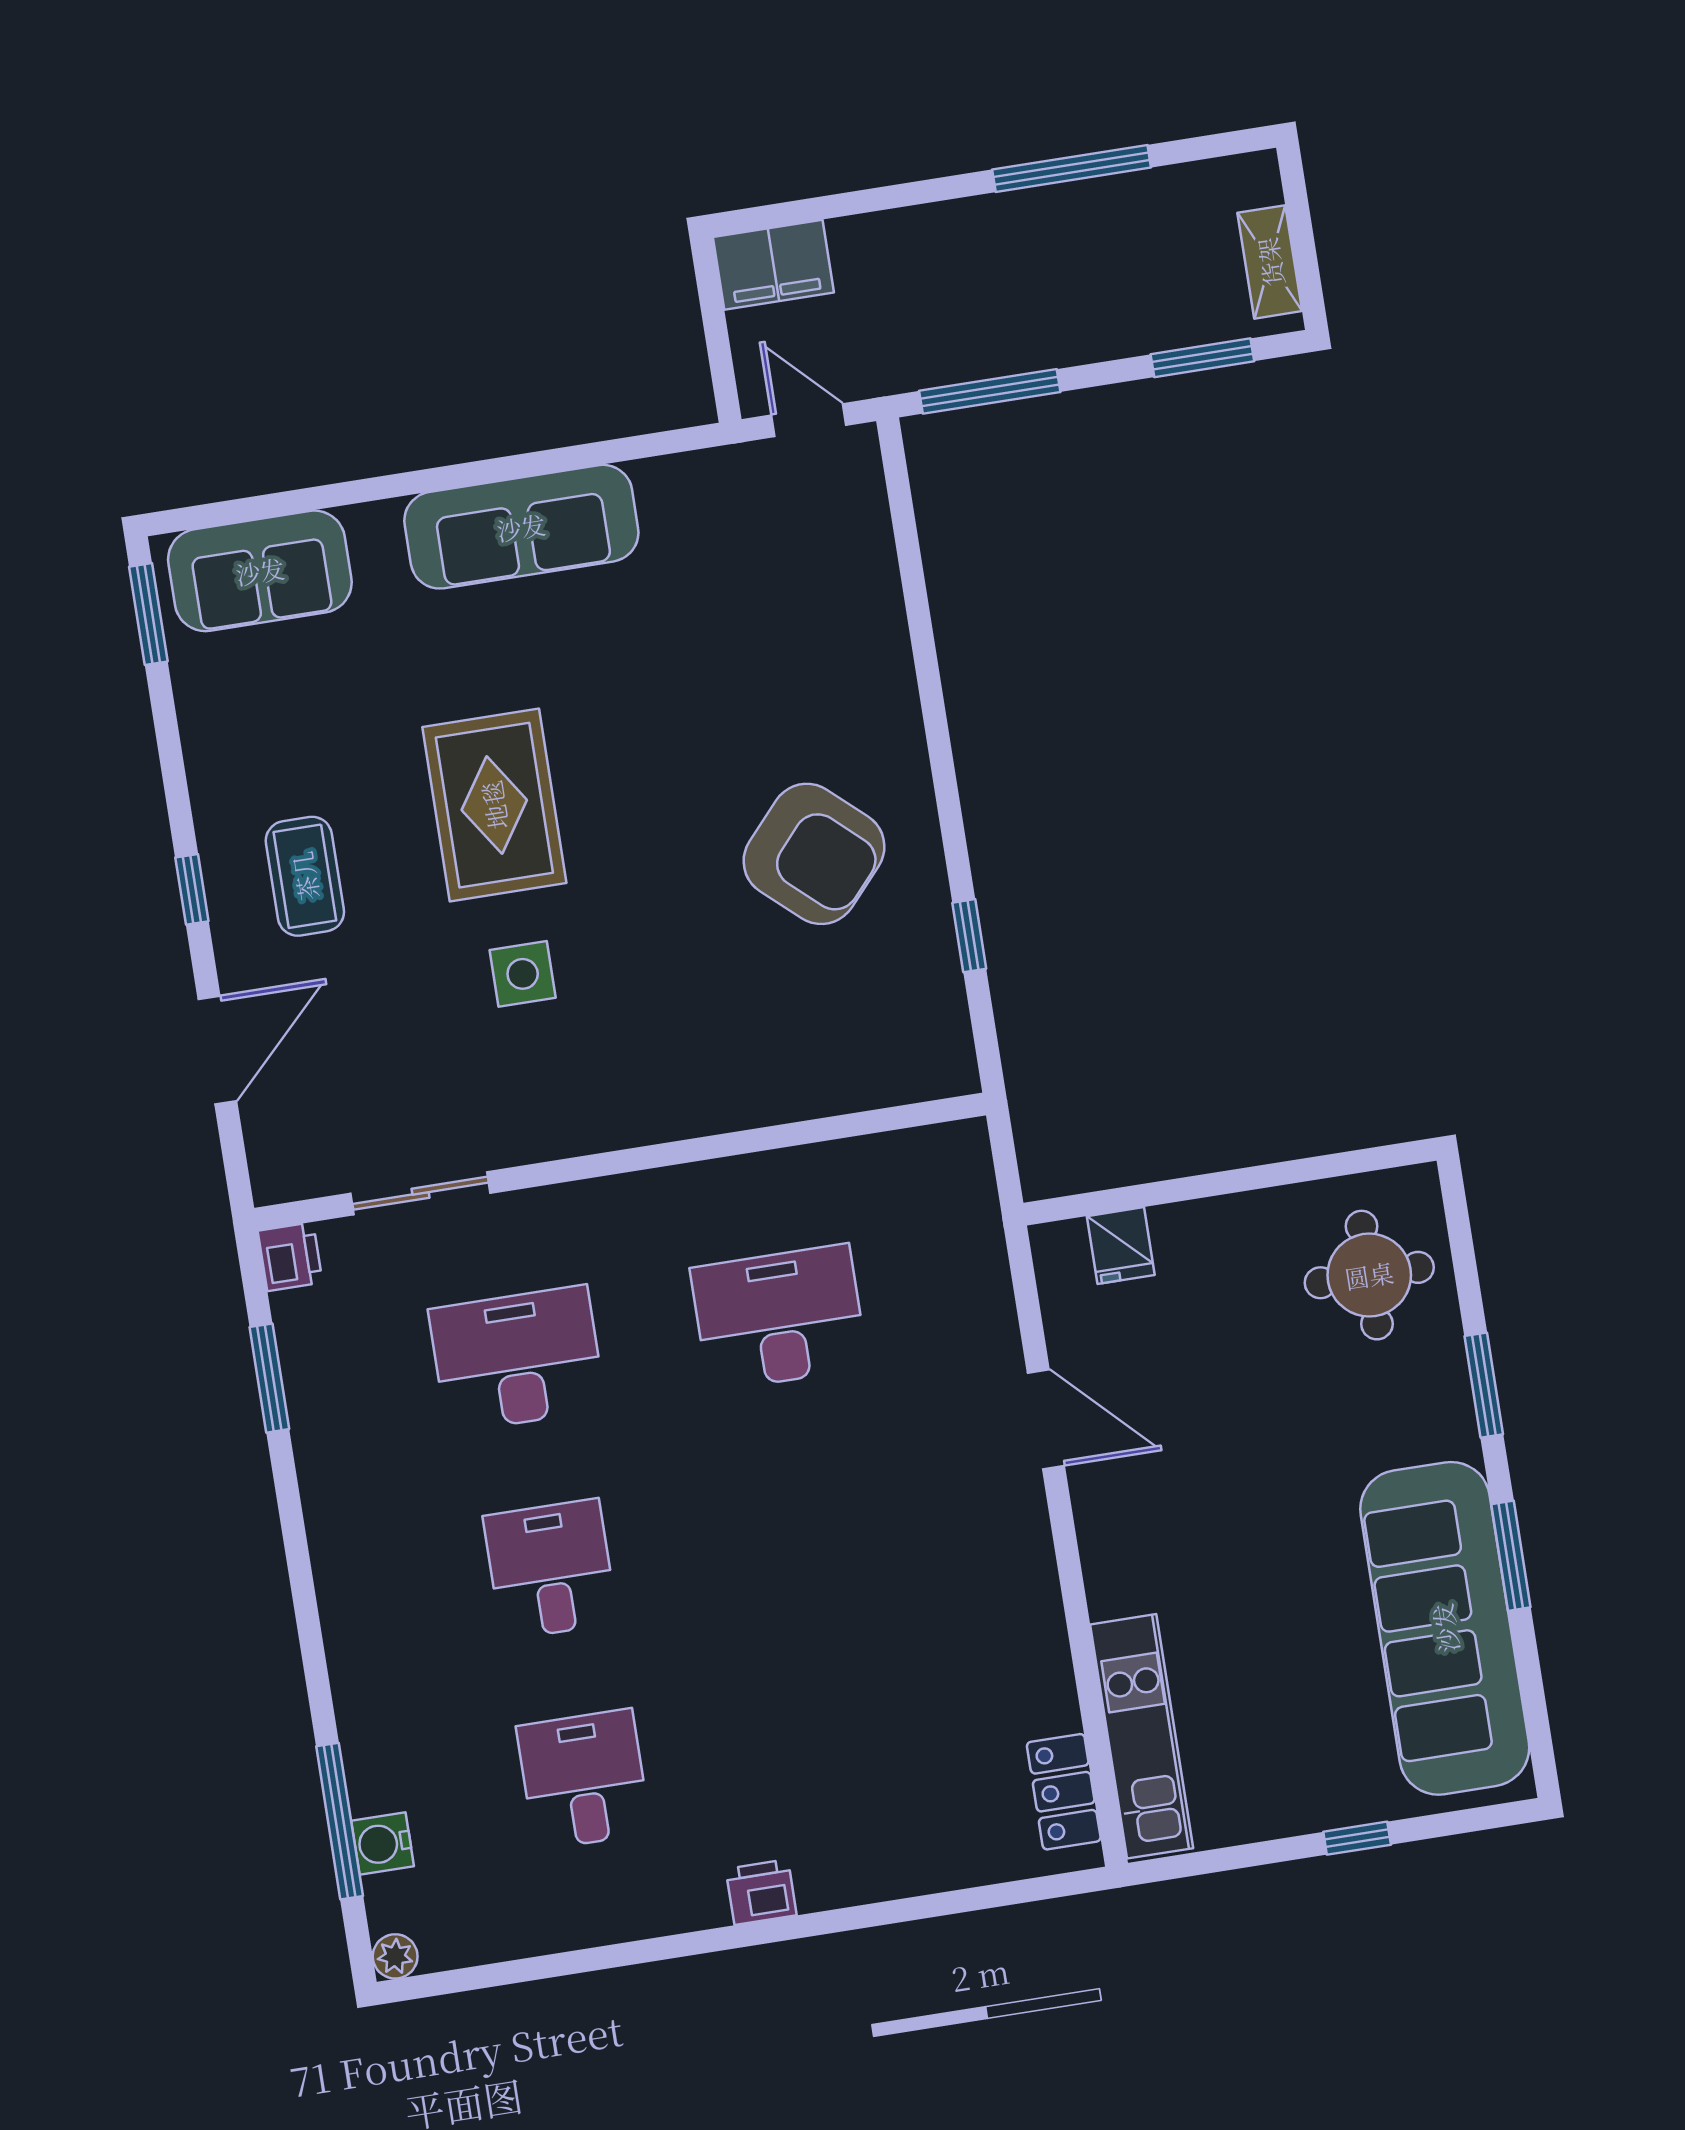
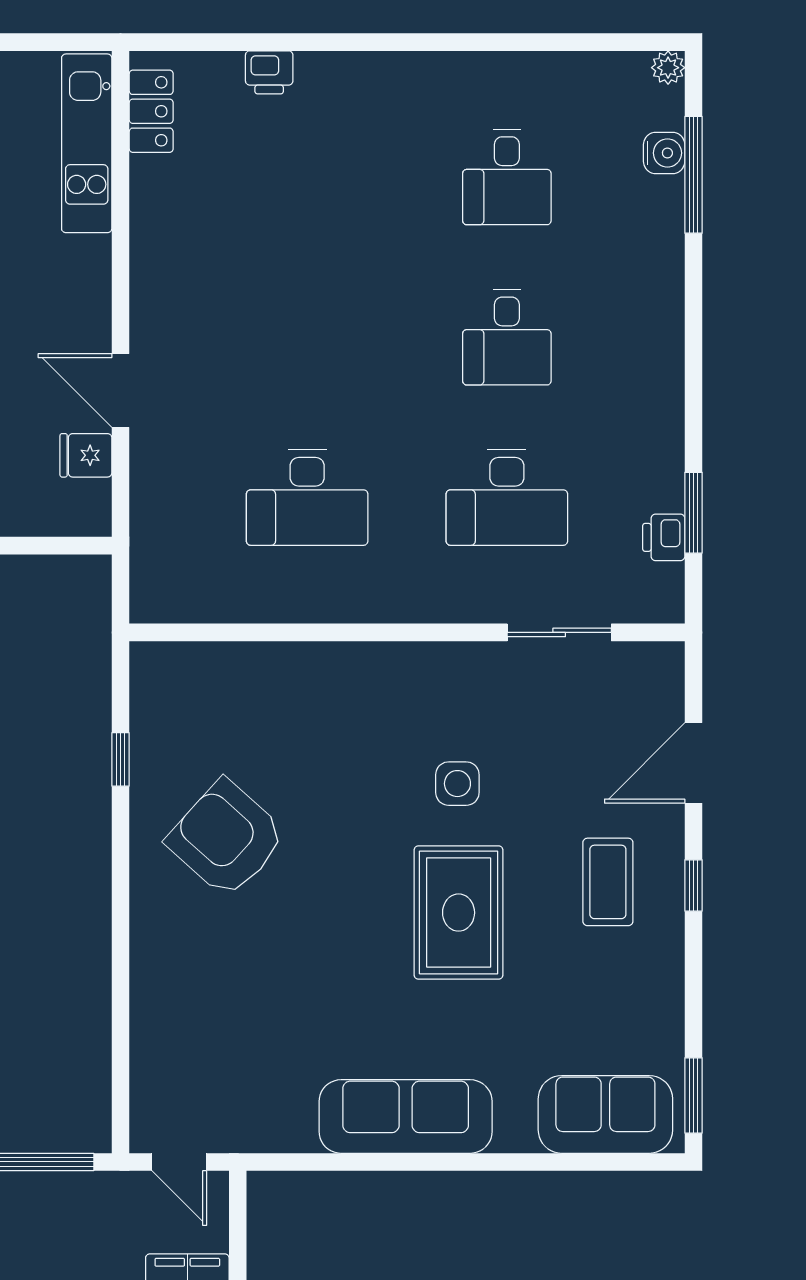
fridge: (1121, 1246) -> (86, 455), moved, turned -90
printer: (290, 1257) -> (664, 537), moved
printer: (761, 1892) -> (269, 72), moved

